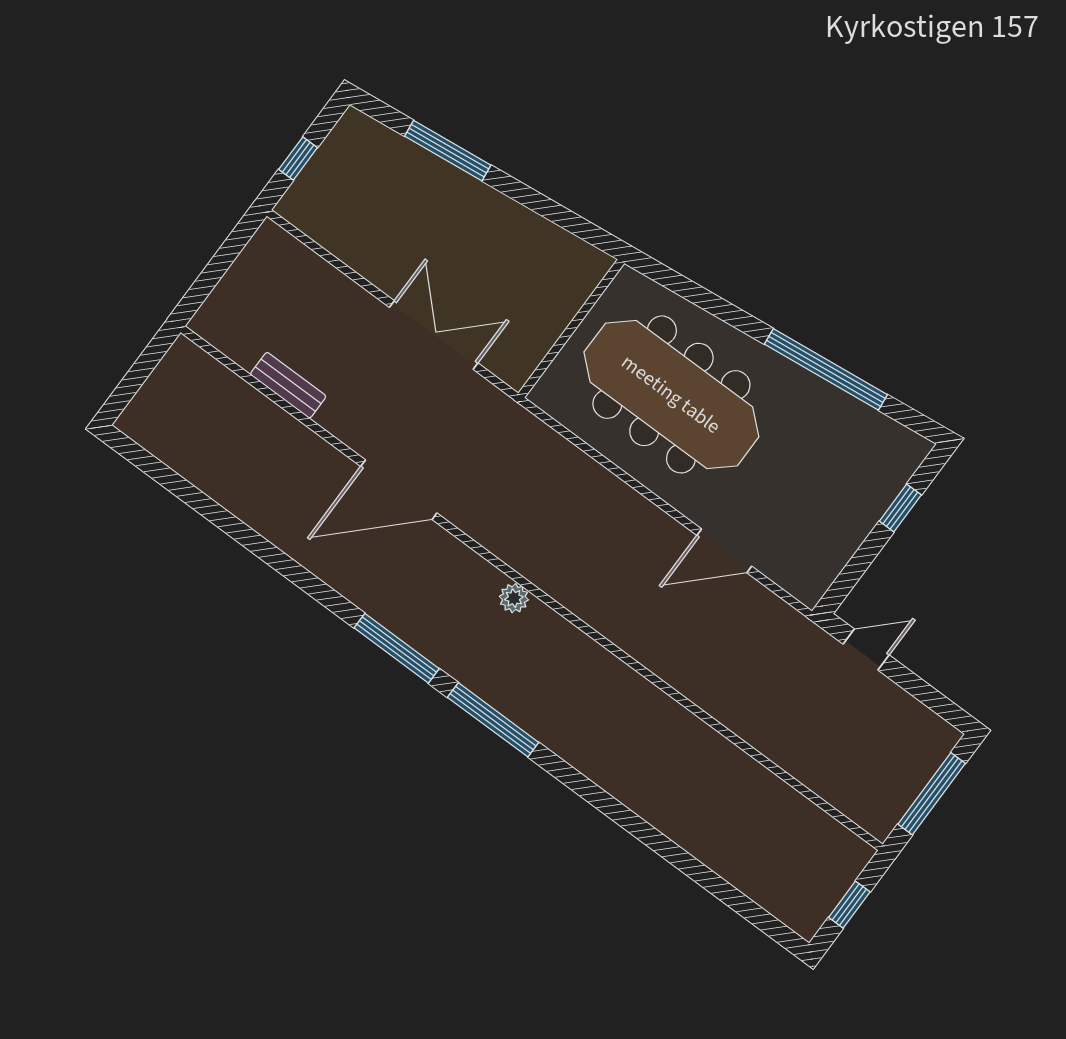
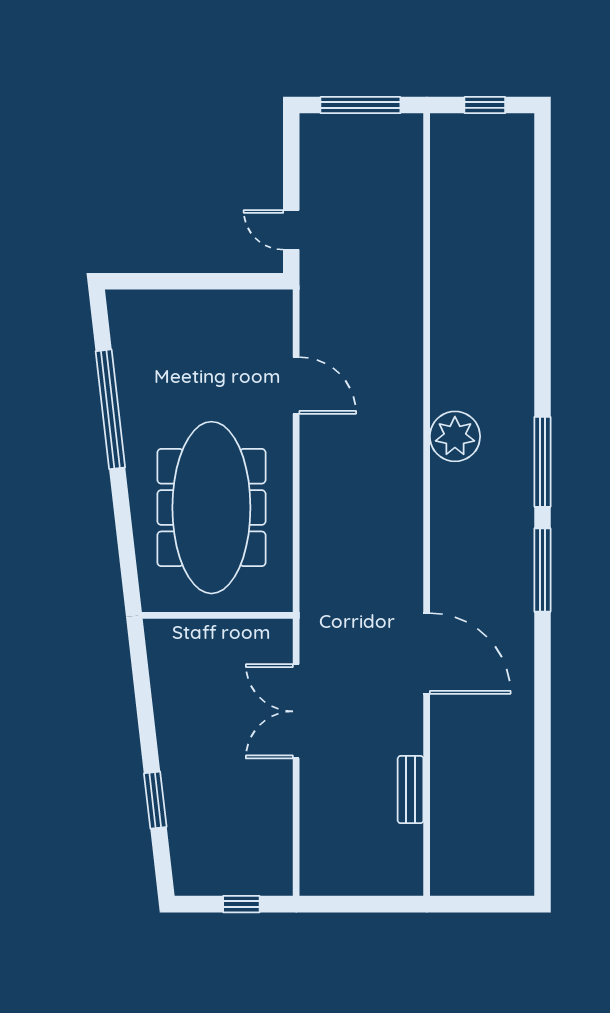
window: (448, 151) -> (155, 800), width x0.69
window: (900, 508) -> (171, 281), removed
plant: (514, 598) -> (455, 436), moved, width x1.88, depth x1.88

